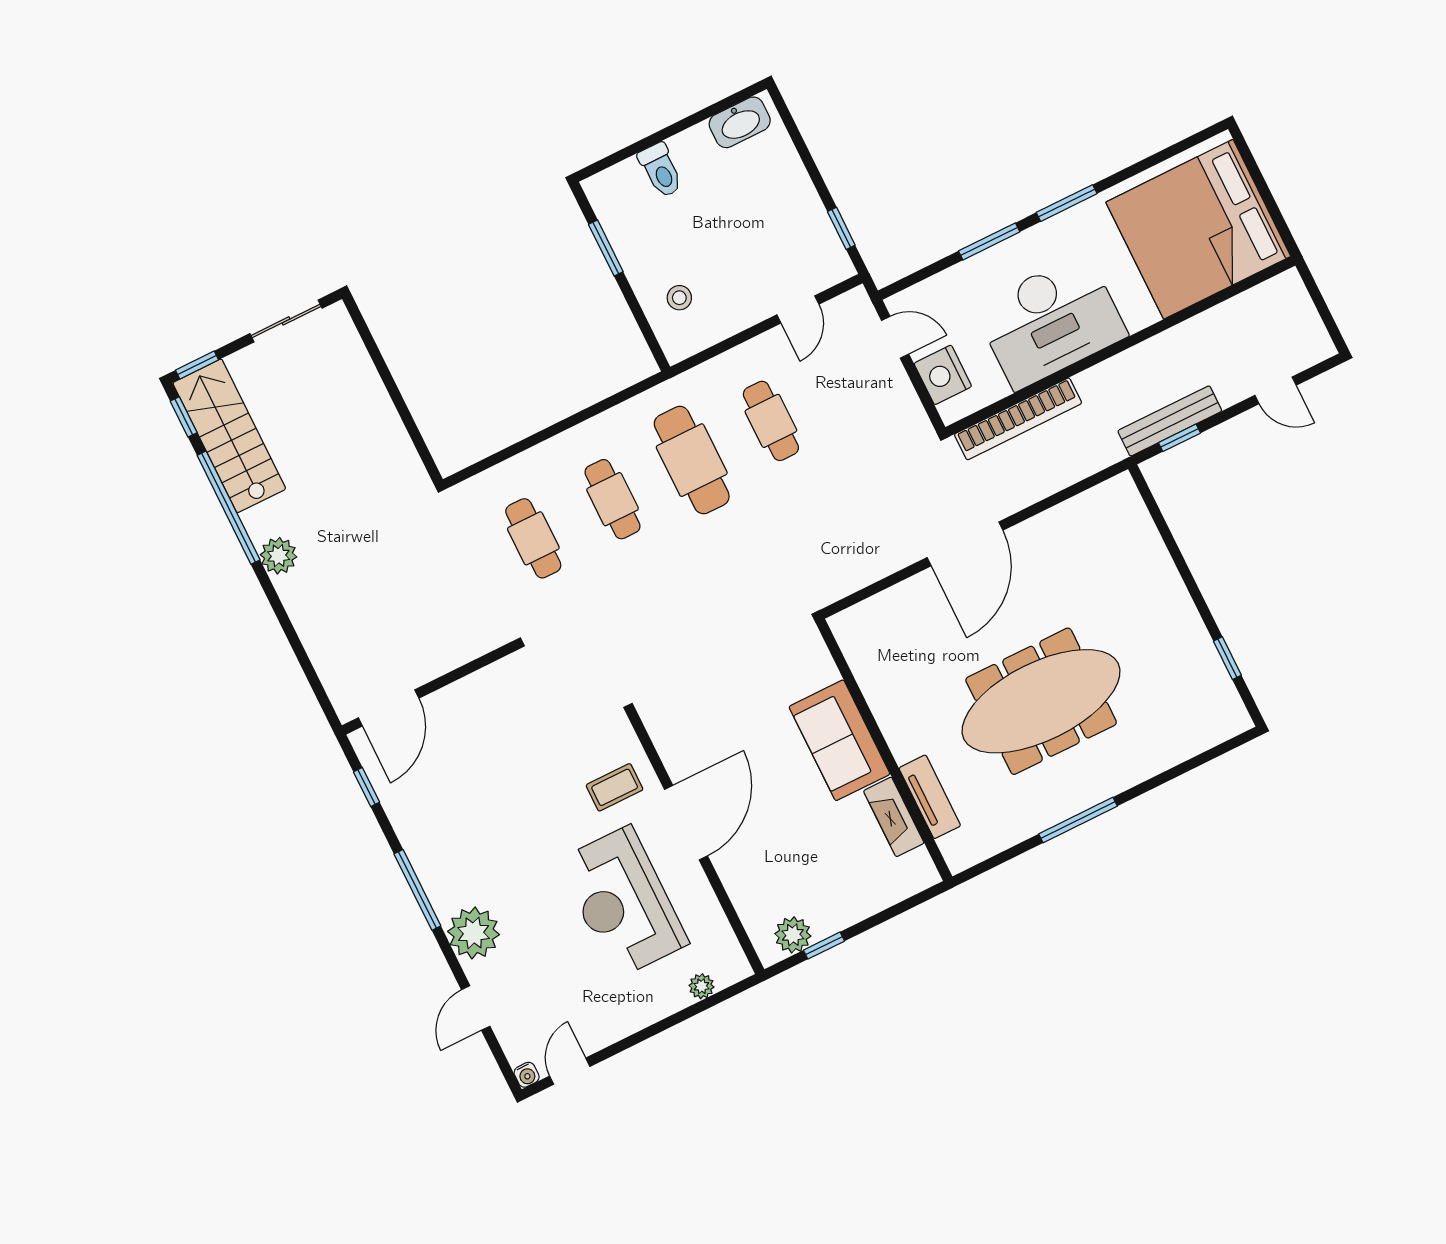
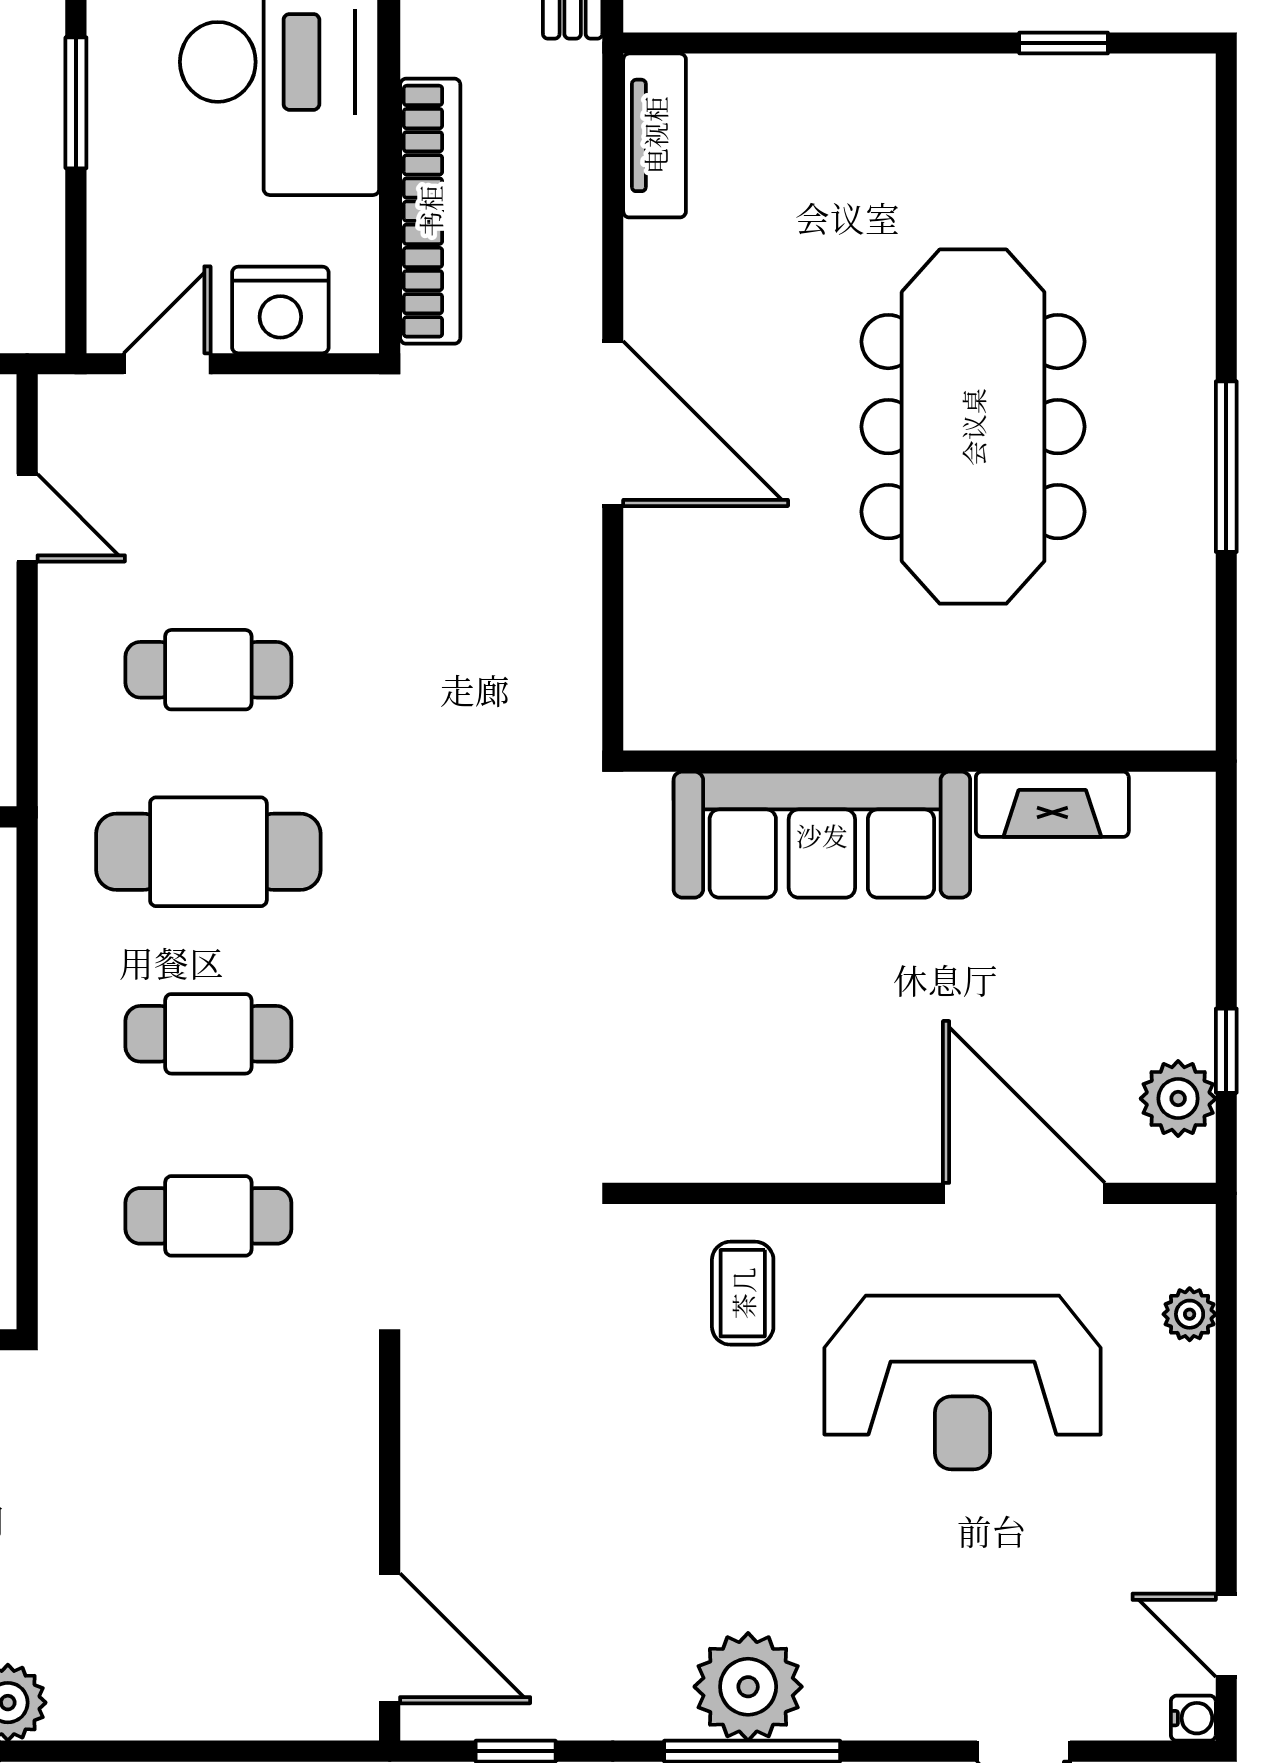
sofa: (839, 740) -> (822, 835), width x1.36
tv unit: (930, 797) -> (655, 135), moved, turned 90
door: (686, 823) -> (1024, 1193), moved
plant: (474, 933) -> (748, 1687), moved

